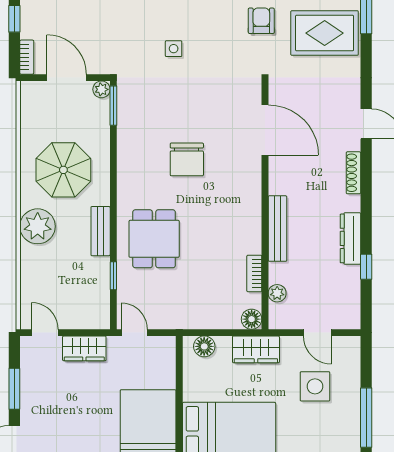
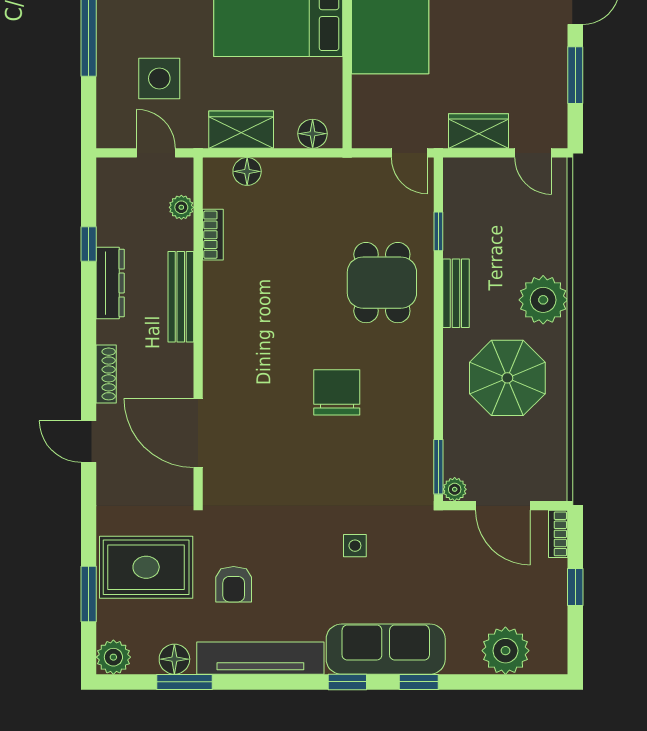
door: (265, 130) -> (198, 433), moved
wall: (265, 205) -> (198, 329), moved
bench: (277, 229) -> (181, 297), moved
bookcase: (254, 273) -> (213, 235), moved
plant: (277, 293) -> (181, 207), moved

